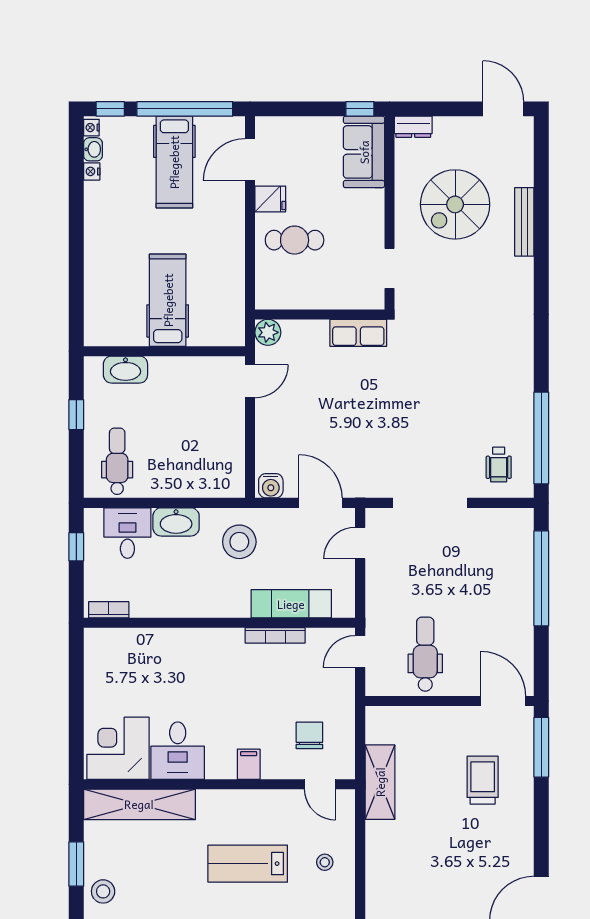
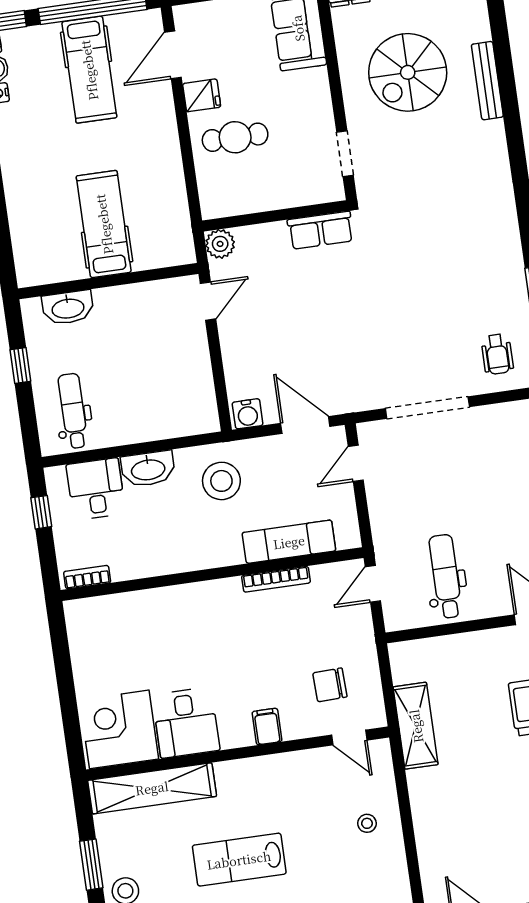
chair: (309, 735) -> (330, 685), turned -92
lab bench: (248, 864) -> (239, 860), moved

